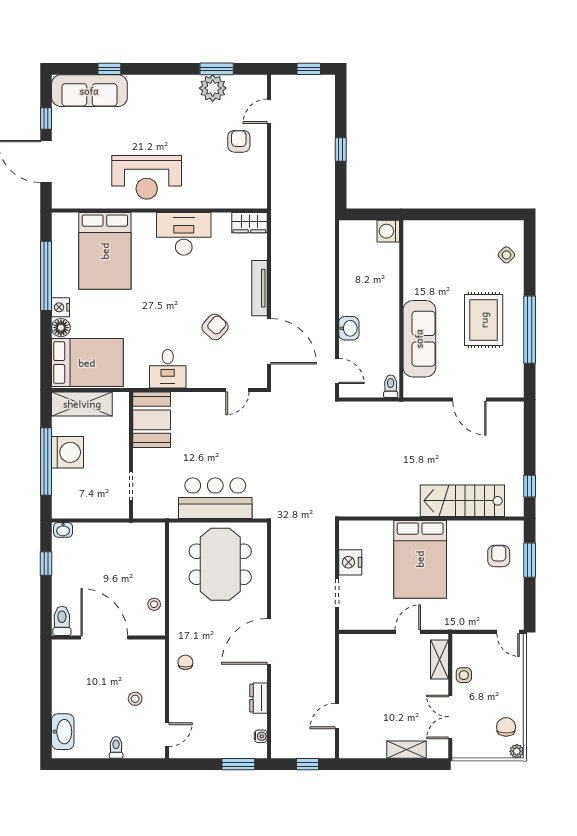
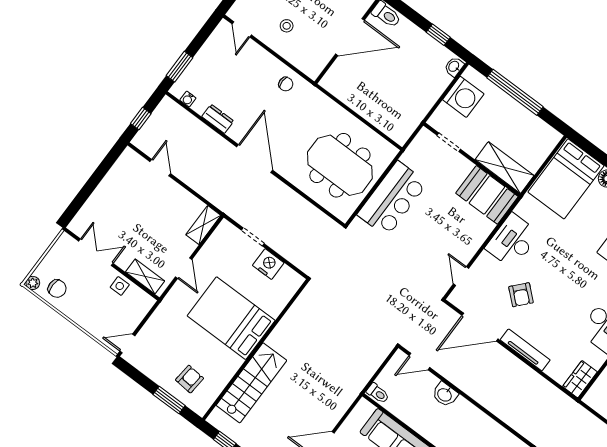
desk: (168, 369) -> (512, 241), width x1.37
shelving: (82, 404) -> (505, 168), moved, turned 90
washing machine: (68, 452) -> (463, 97), moved, turned -90
armchair: (499, 556) -> (190, 379), turned -85
stool: (154, 604) -> (347, 93), removed
shelving: (407, 750) -> (203, 225), moved

